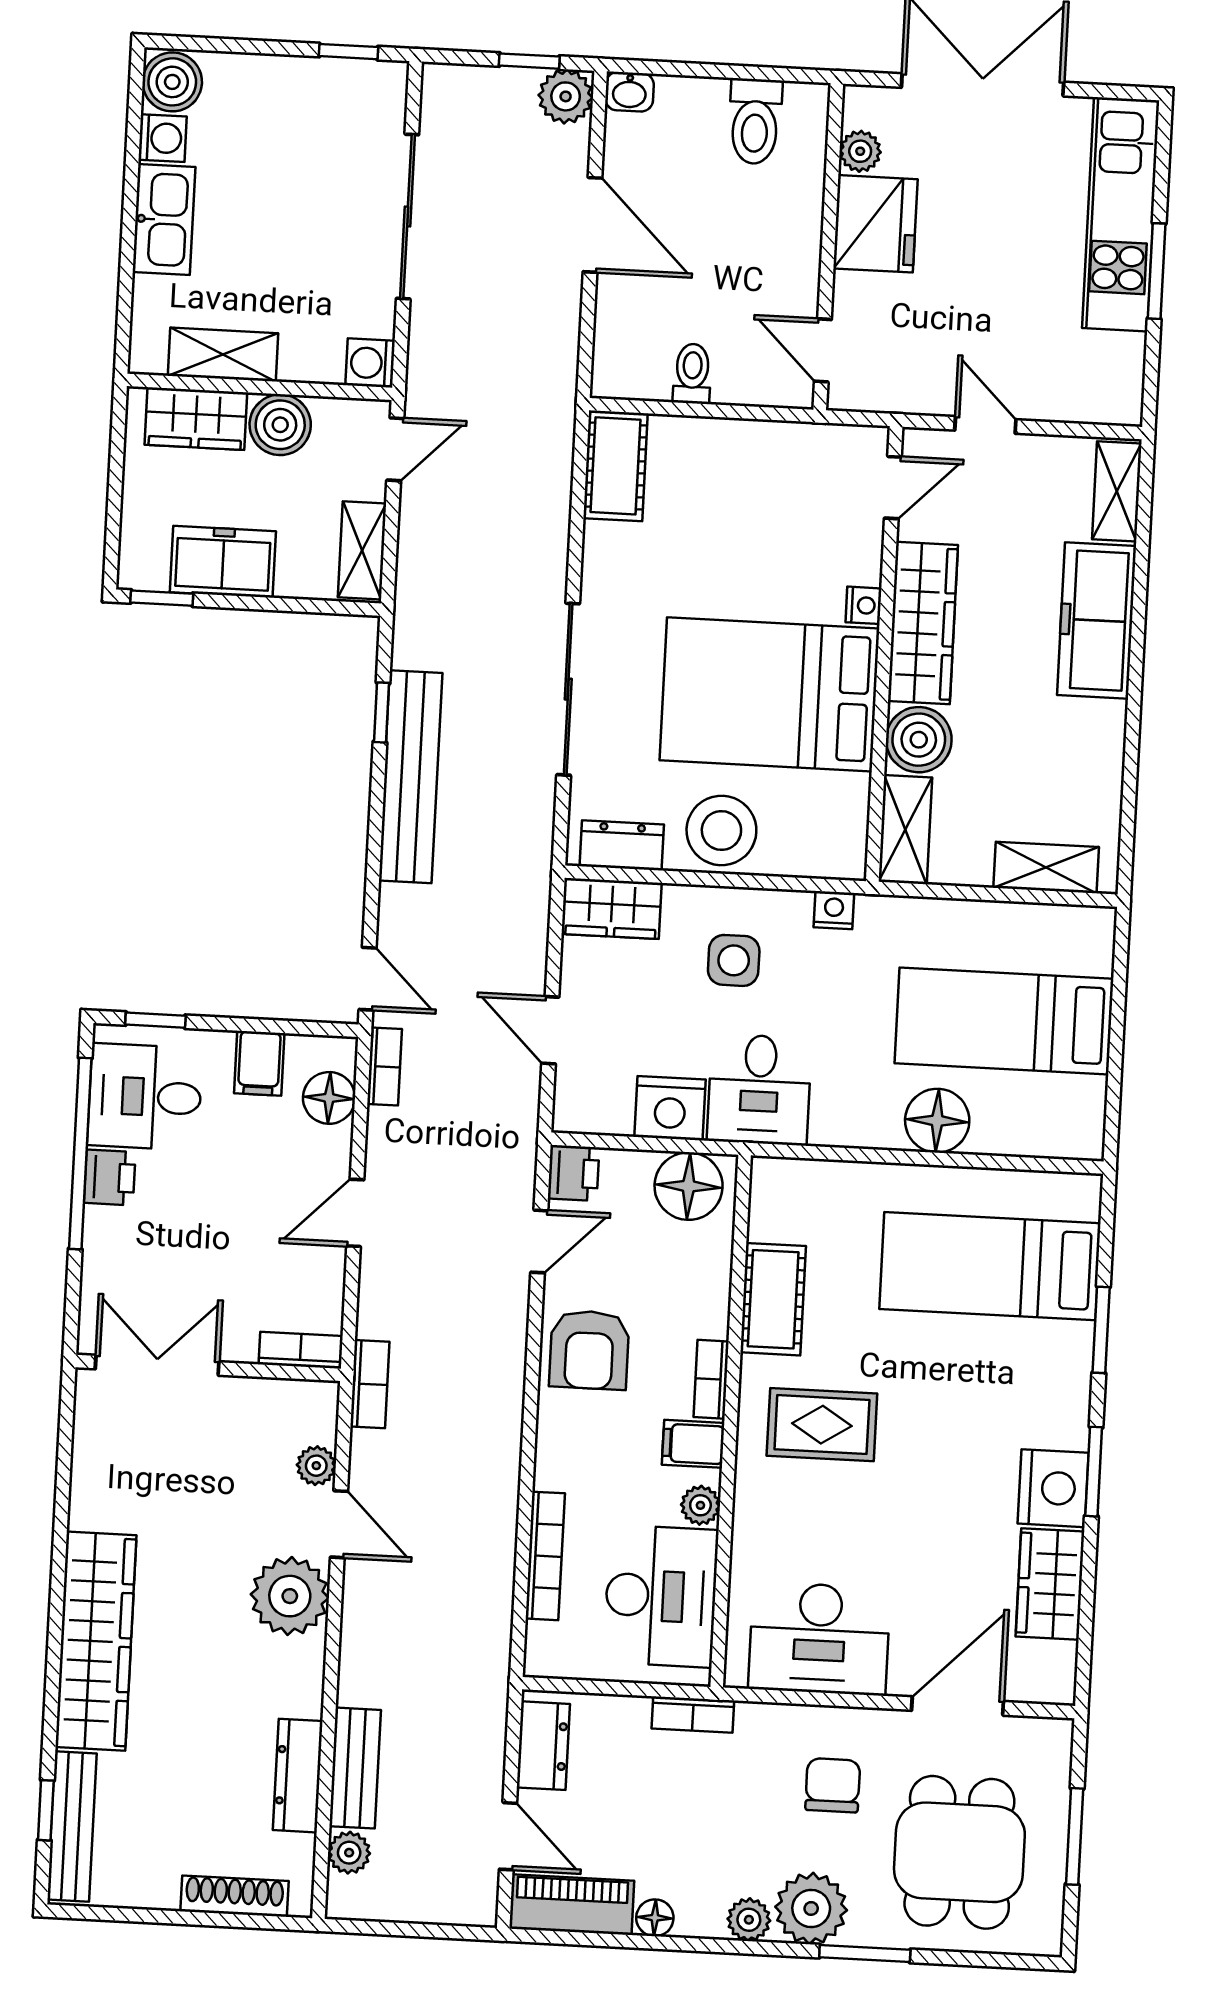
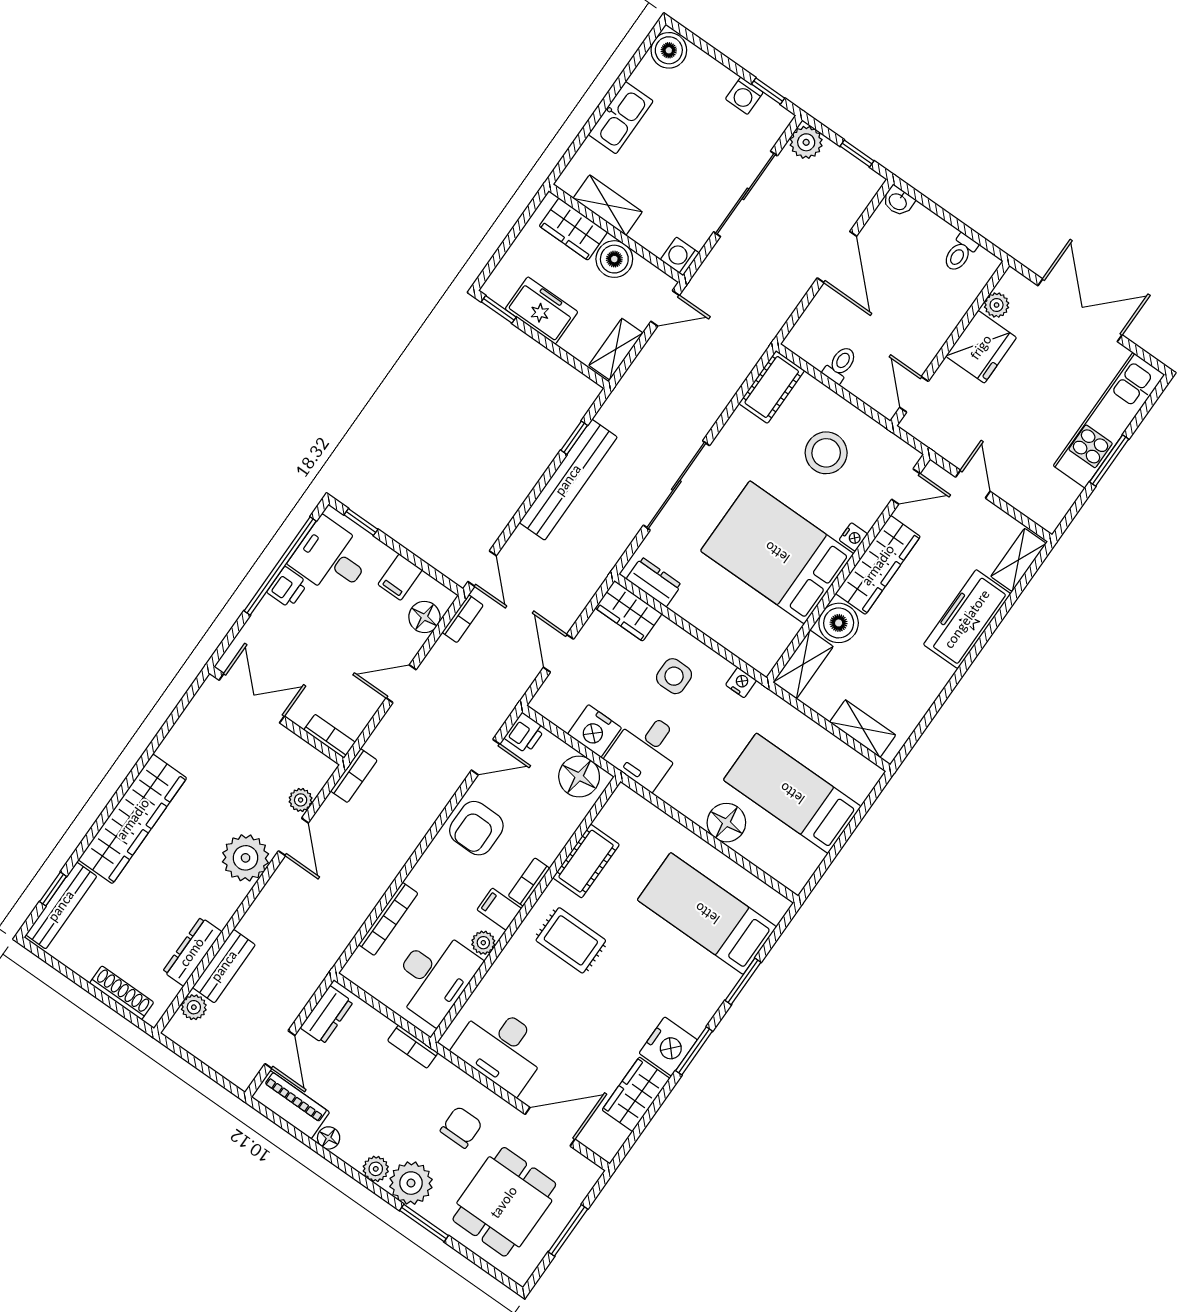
plant: (566, 96) -> (806, 142), moved
toilet: (755, 121) -> (960, 253), width x0.73, depth x0.72
washing machine: (163, 138) -> (744, 96), moved, turned 90
stool: (721, 830) -> (826, 453), moved

